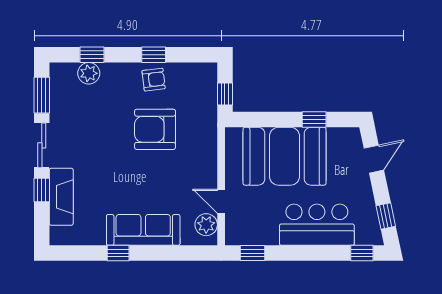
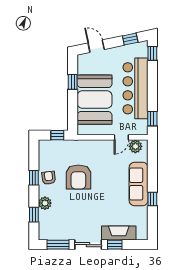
plant: (89, 73) -> (45, 203), moved
bar counter: (317, 225) -> (135, 88), width x1.36

